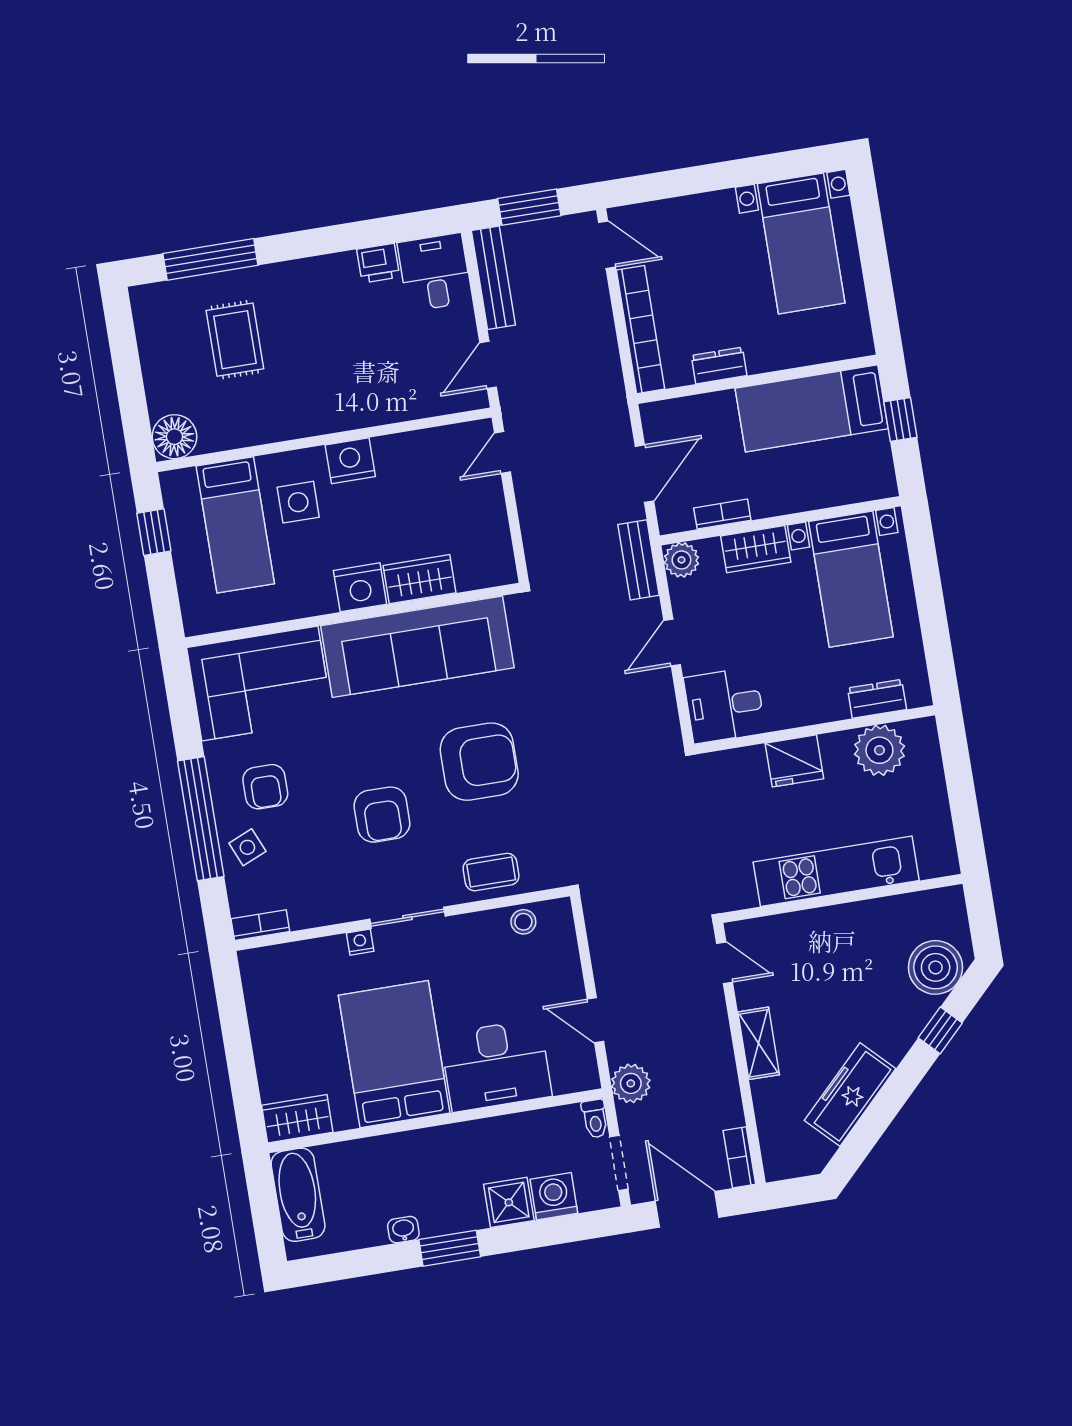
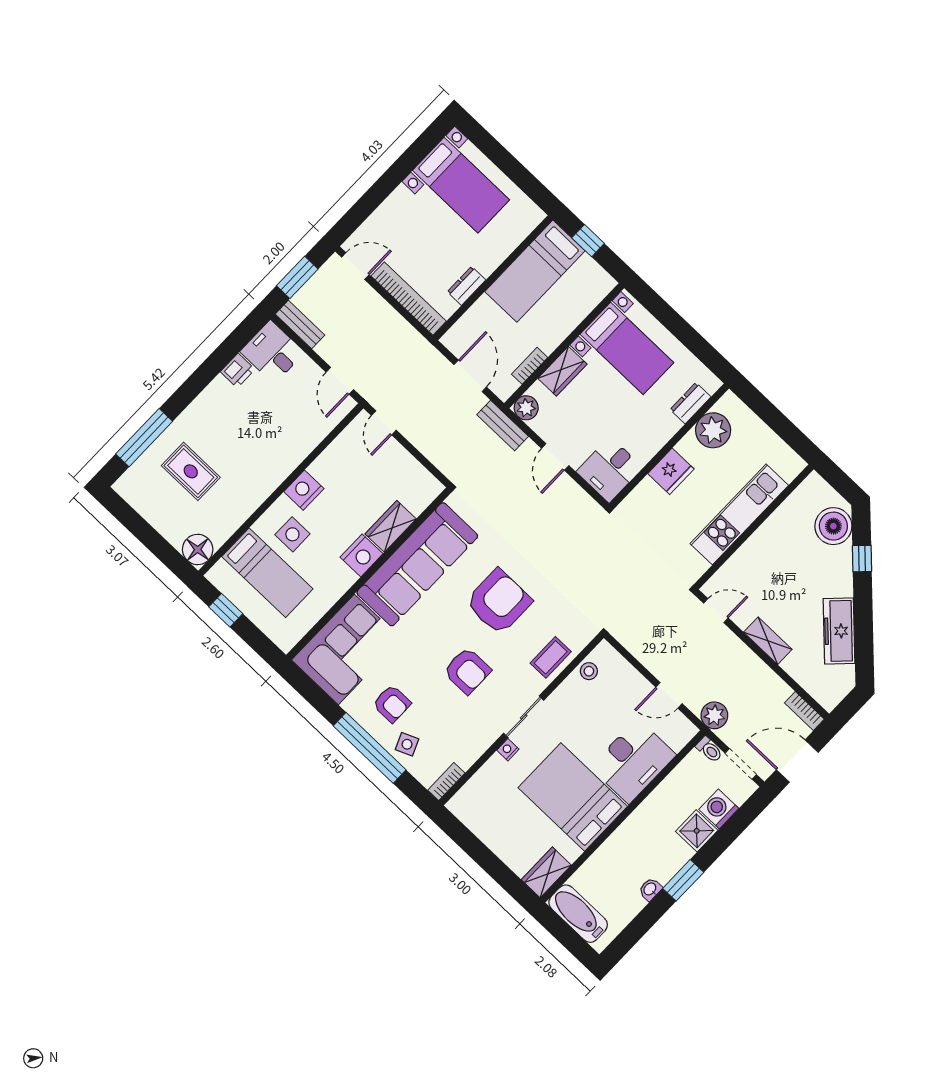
bench: (493, 278) -> (300, 325), width x0.73

